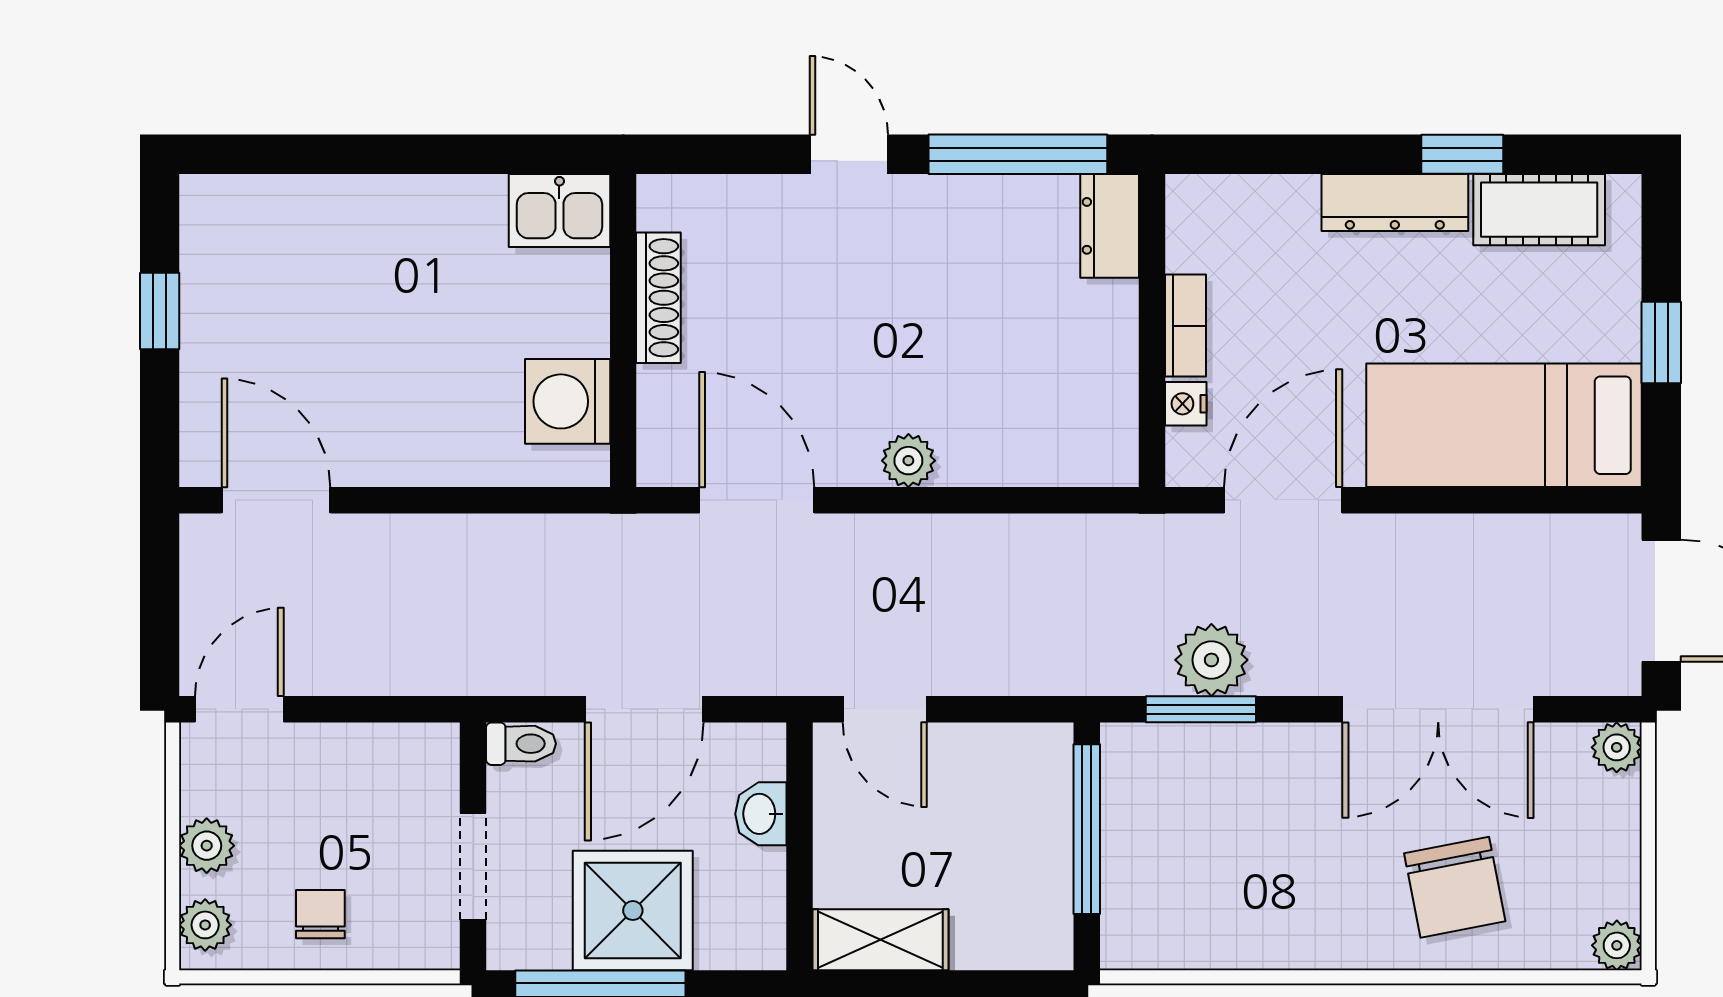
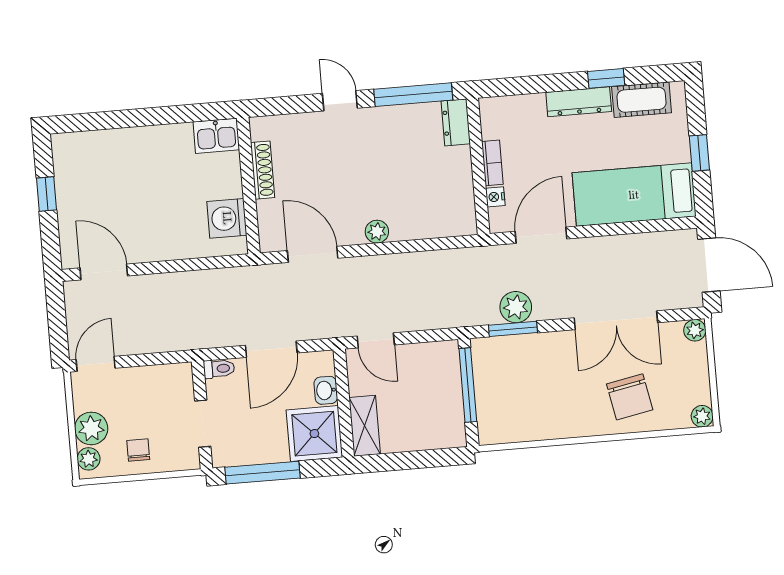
plant: (207, 846) -> (91, 428), width x1.38, depth x1.38
shower: (633, 911) -> (314, 434), moved
shelving: (880, 940) -> (365, 426), moved, turned 90

